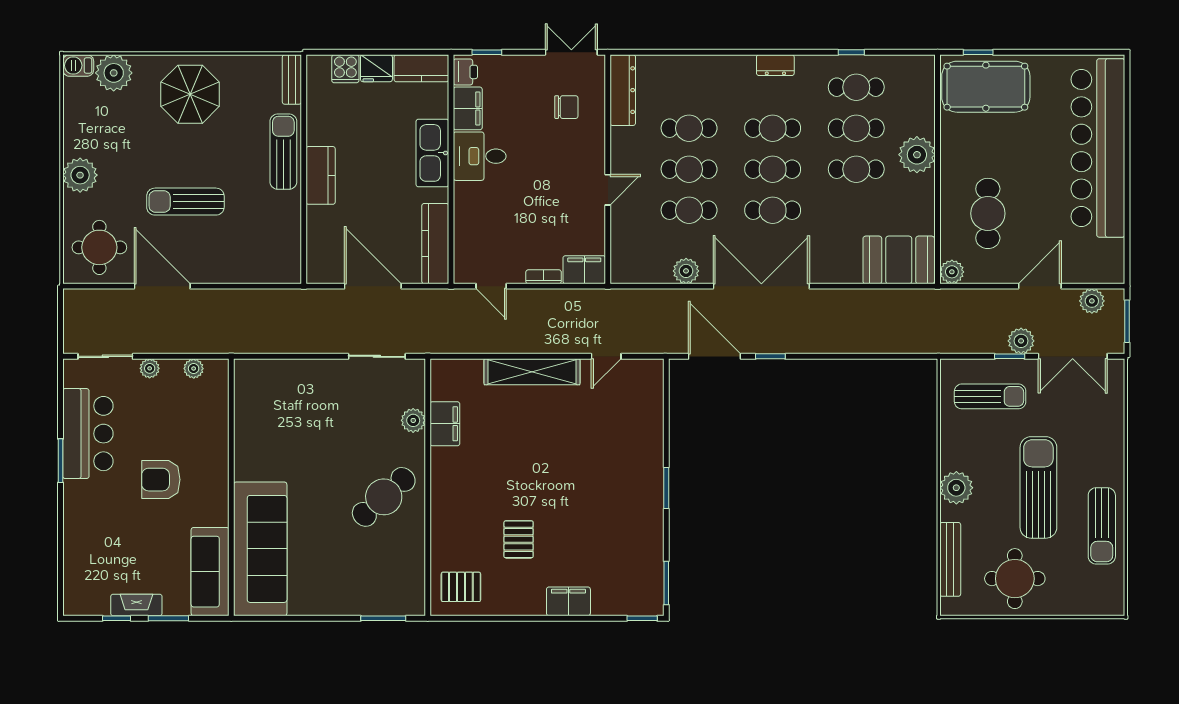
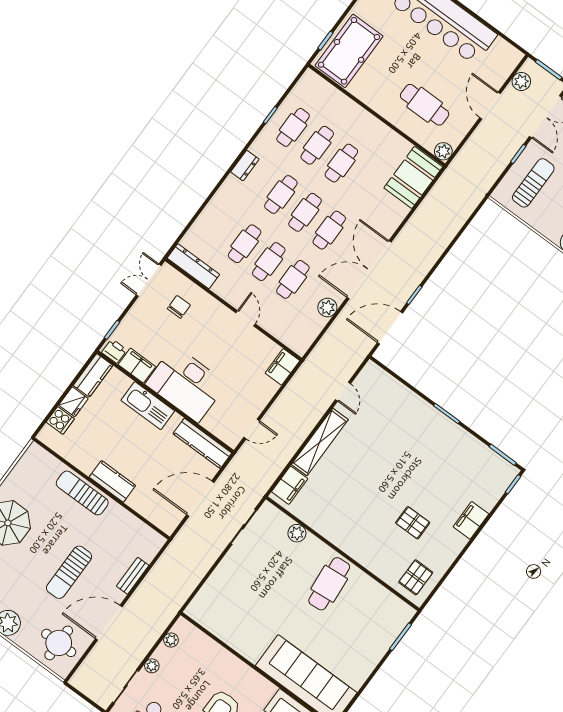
bench: (292, 79) -> (133, 576), moved, turned 90
plant: (917, 155) -> (359, 121), removed
desk: (480, 156) -> (186, 384), width x1.87, depth x1.30
bookcase: (544, 277) -> (269, 394), removed
plant: (1021, 341) -> (514, 141), removed
filing cabinet: (445, 424) -> (290, 485), moved, turned 90
cafe table: (384, 497) -> (329, 584), turned 37

